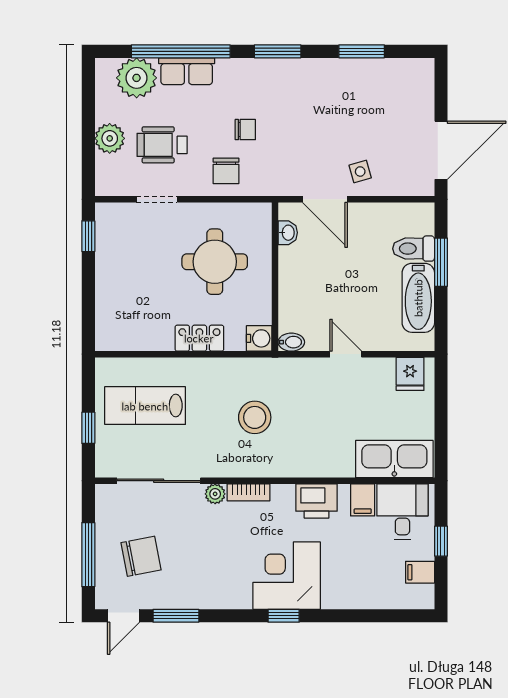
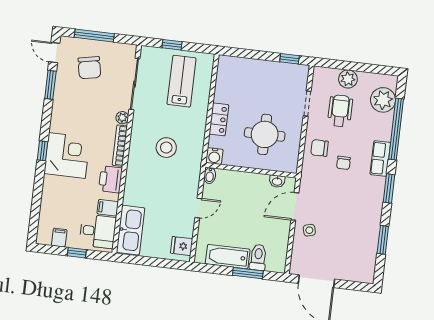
row of seats: (187, 71) -> (380, 159), moved
bookcase: (249, 492) -> (120, 146), width x1.56

